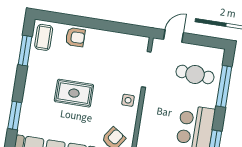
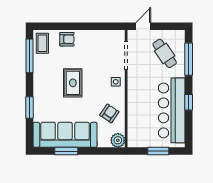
window: (25, 51) -> (30, 56), width x1.44
cafe table: (195, 74) -> (165, 53), turned 52
rug: (74, 93) -> (73, 83), turned 90

